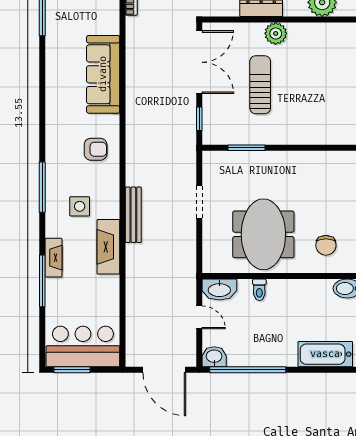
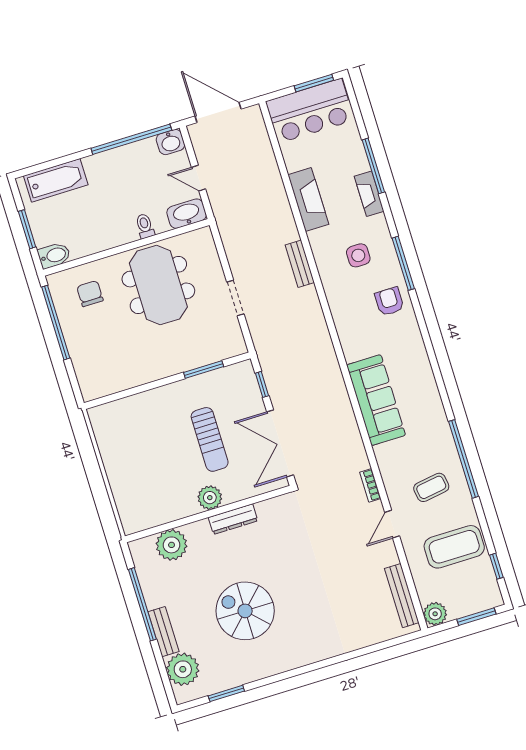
armchair: (96, 149) -> (389, 301), moved, turned 90
bench: (133, 215) -> (300, 264), width x0.73
fireplace: (108, 247) -> (308, 200), moved

